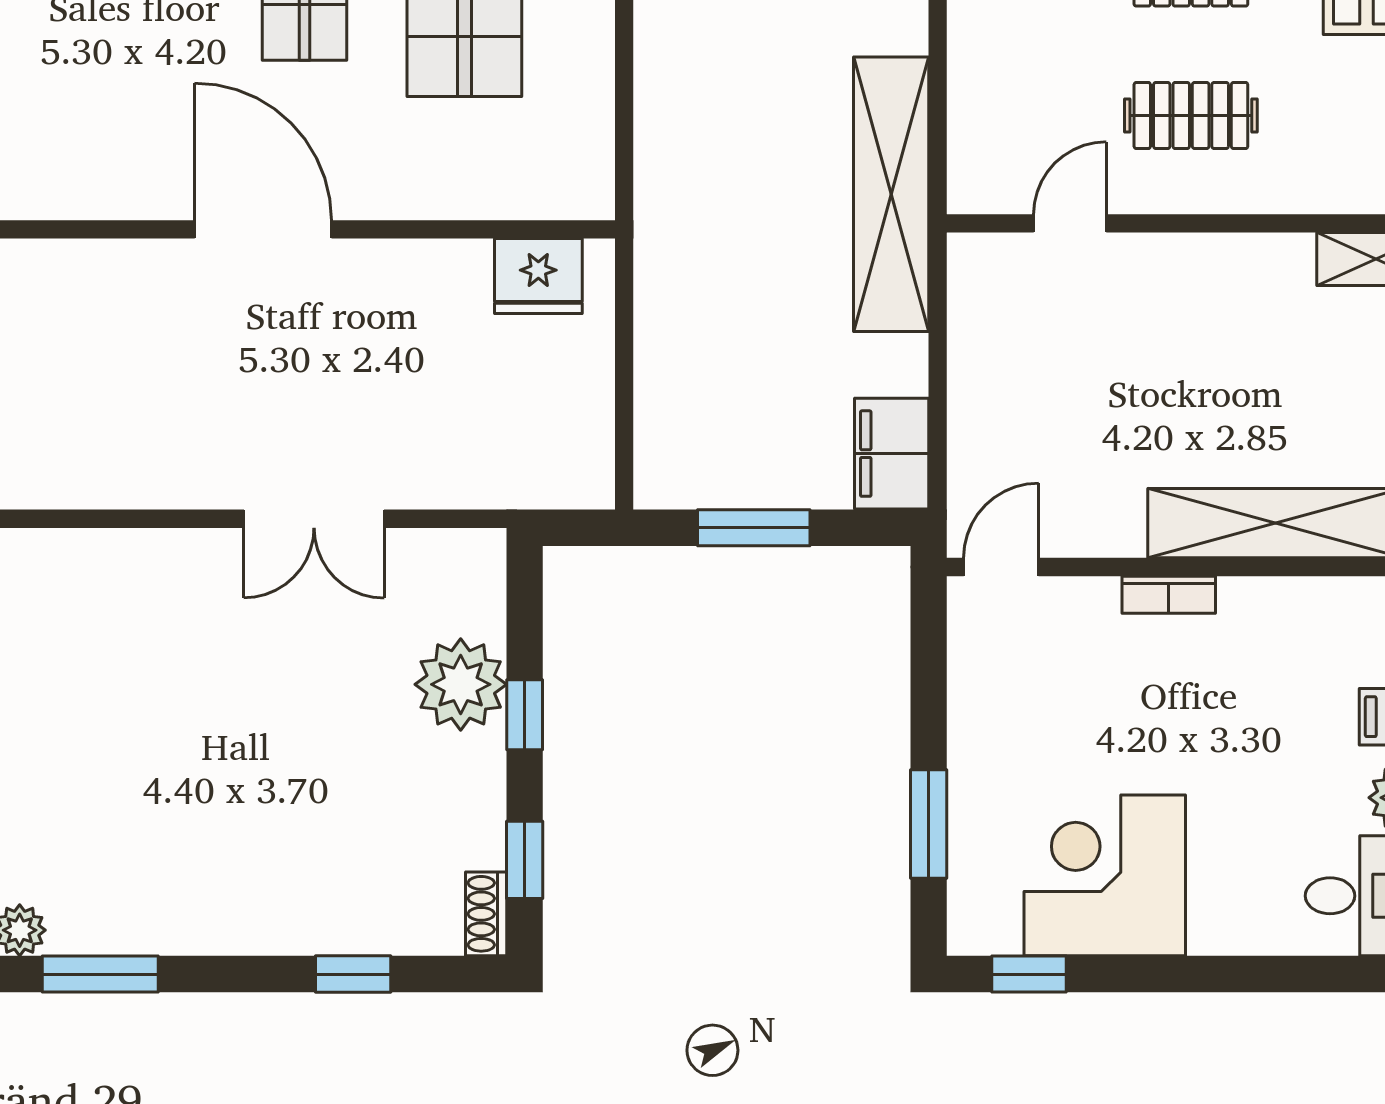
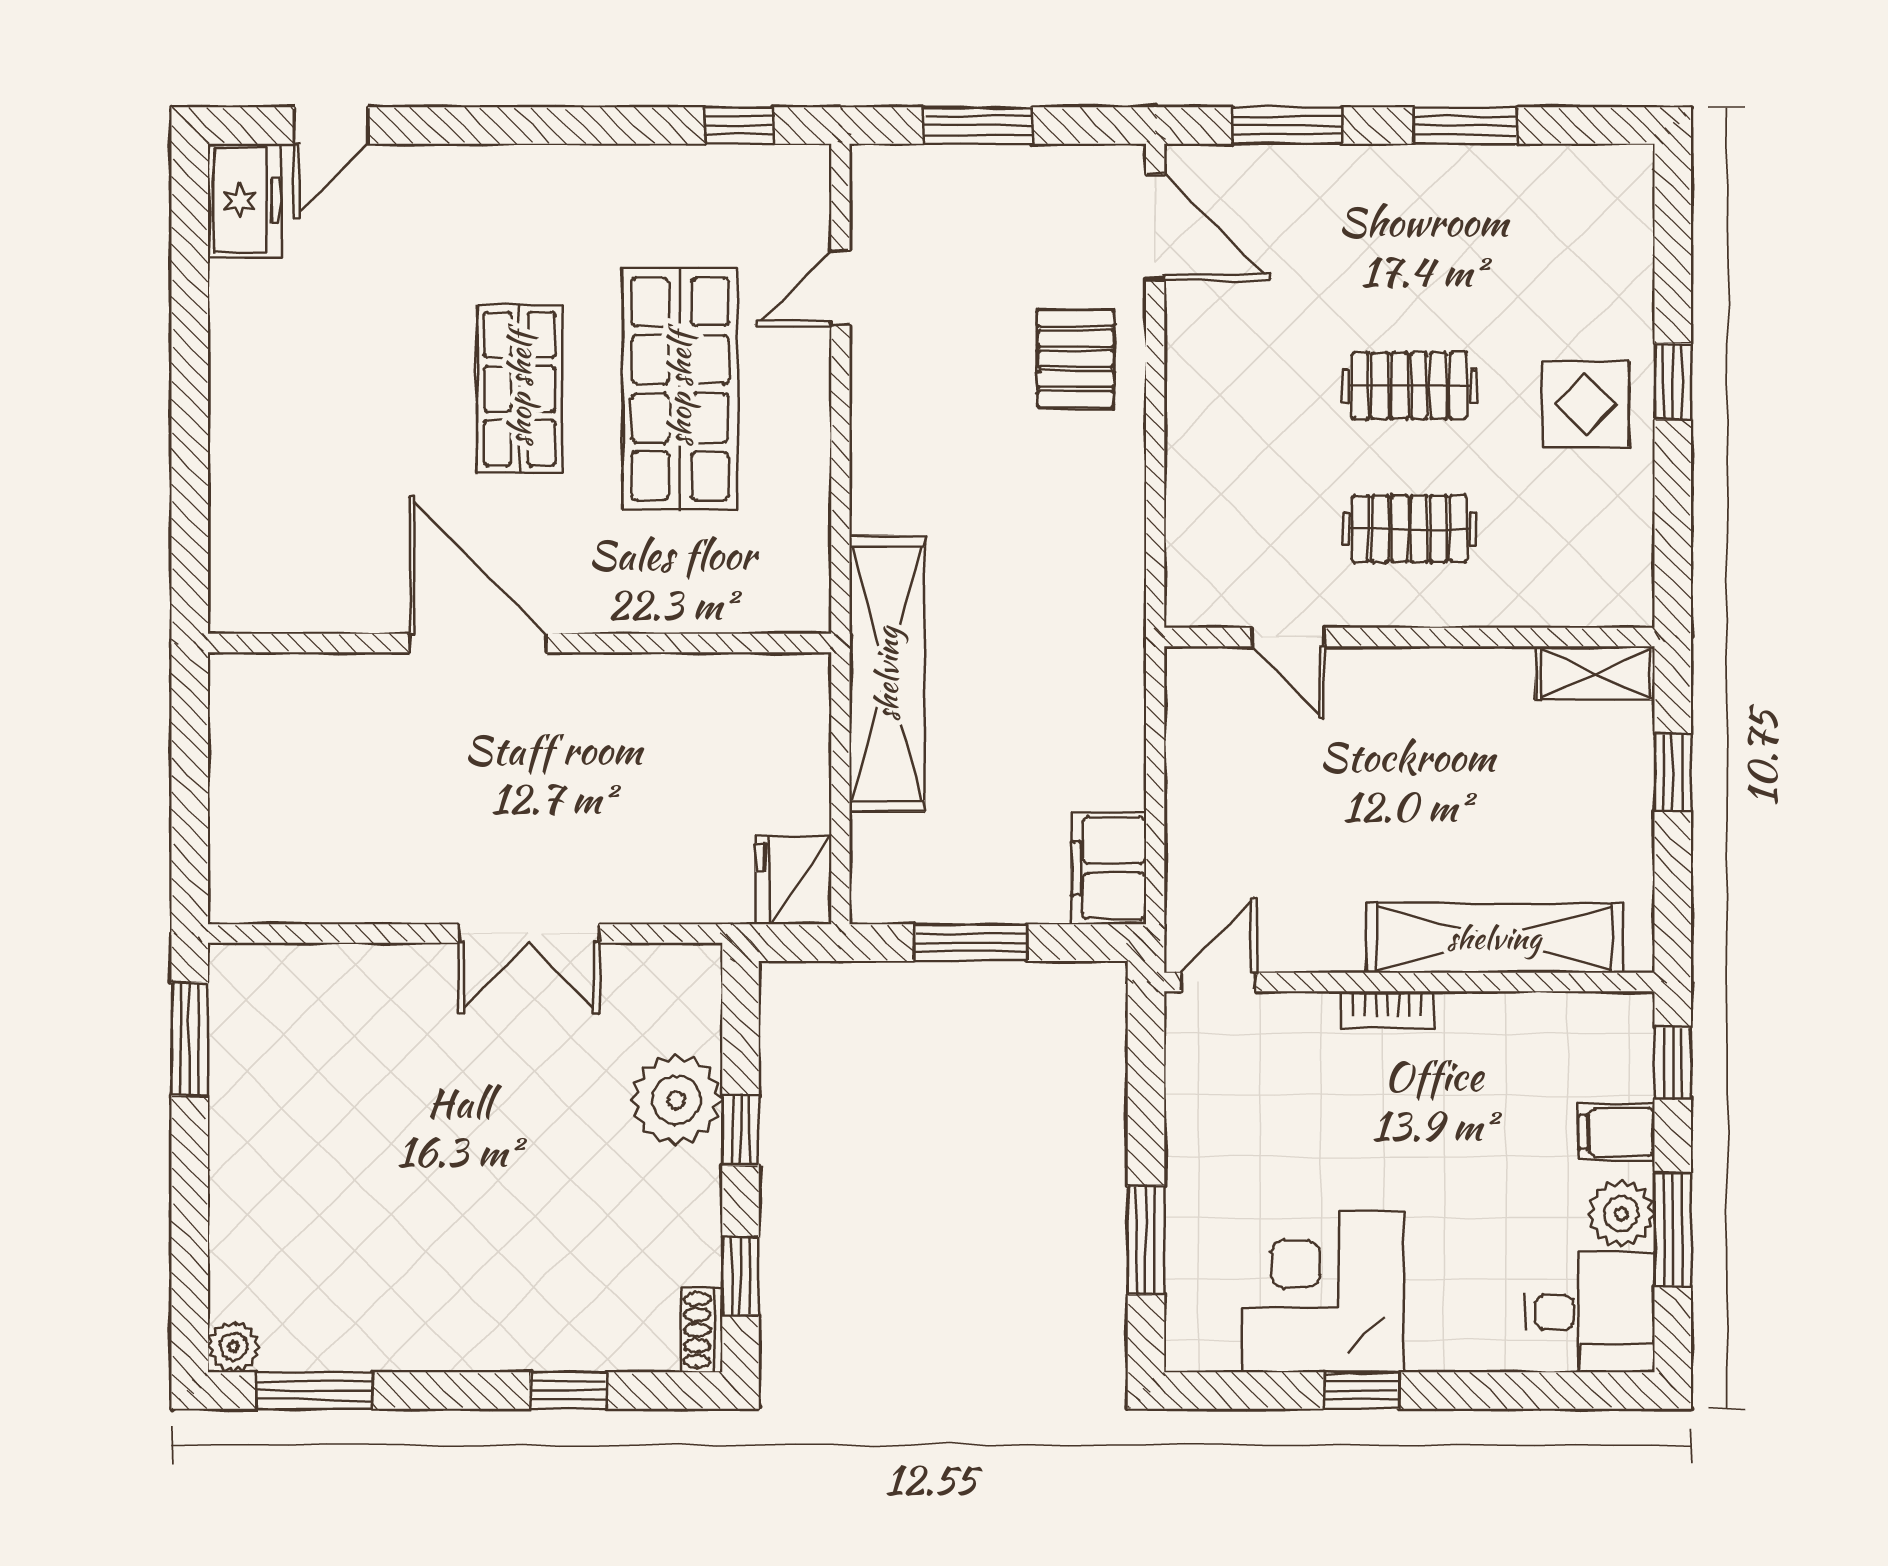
shelving: (891, 194) -> (887, 674), moved
door: (1070, 223) -> (1288, 637), swing flipped
fridge: (538, 276) -> (794, 881), moved, turned 90
window: (1029, 974) -> (1362, 1391), moved

